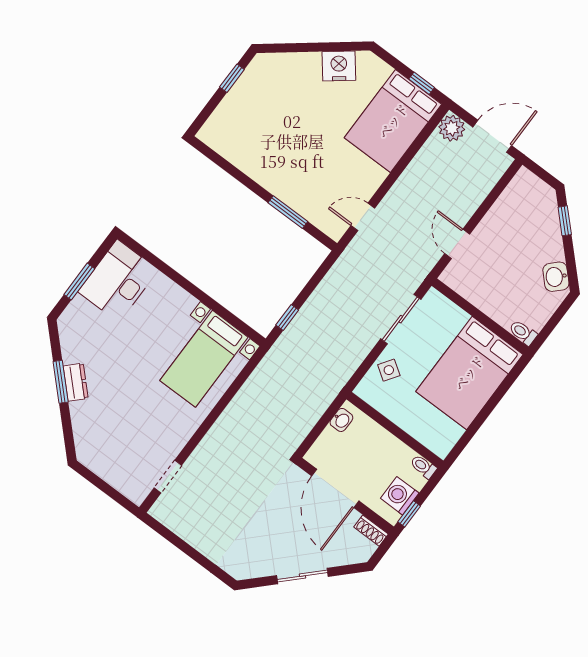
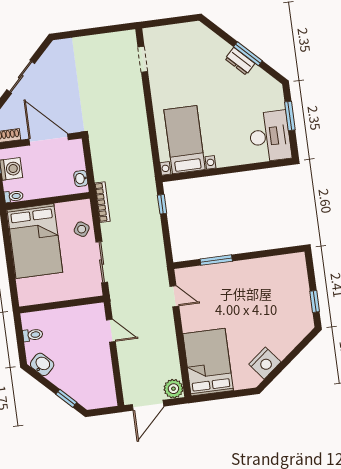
window: (422, 83) -> (212, 397), removed
door: (363, 217) -> (174, 296), hinge flipped
toilet: (523, 333) -> (33, 335), moved
bed: (469, 373) -> (35, 241), moved, turned 180
bookcase: (343, 377) -> (102, 202), added

